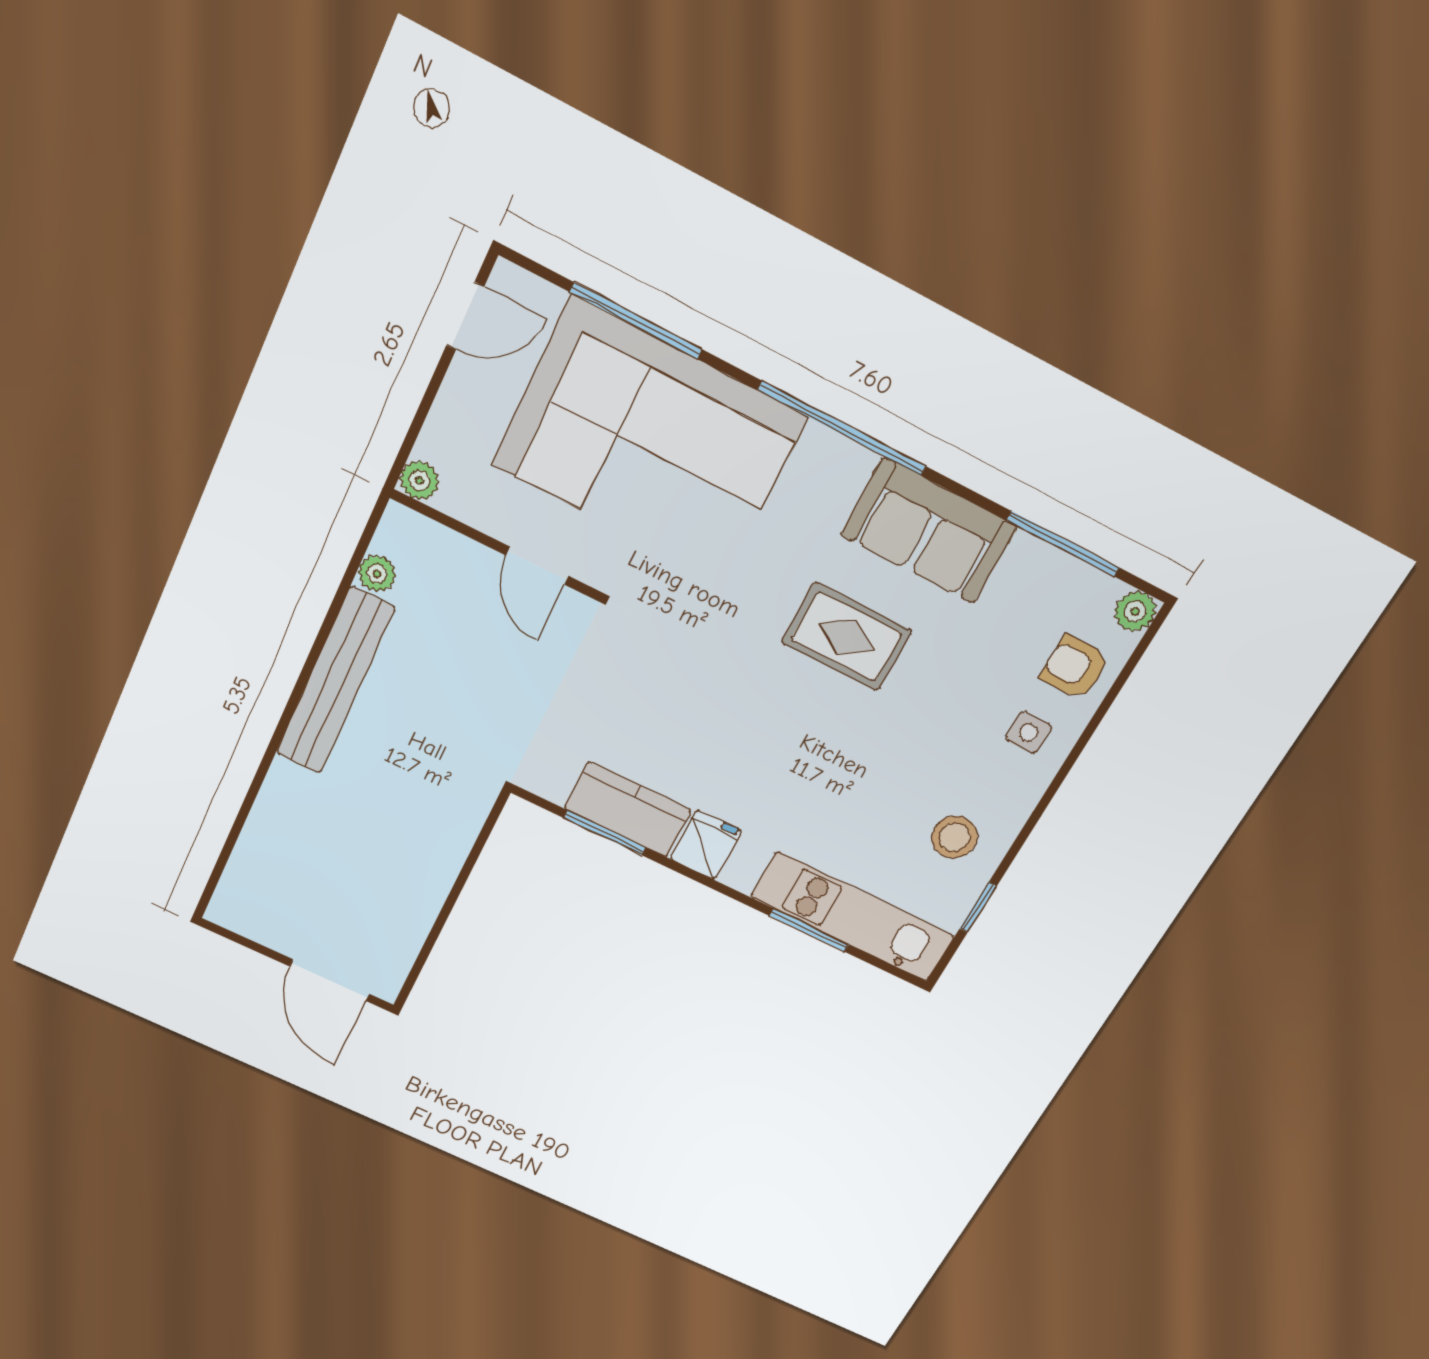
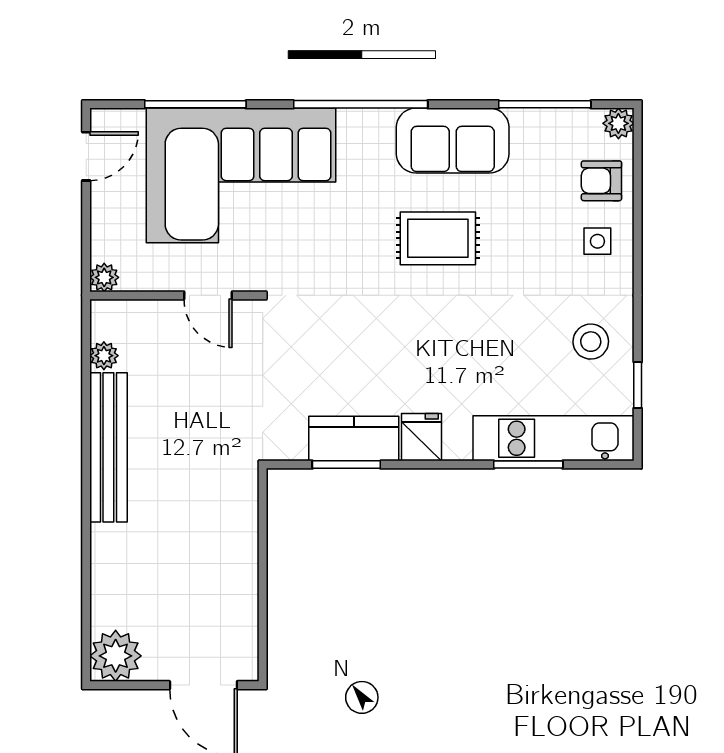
plant: (243, 906) -> (116, 656), added

